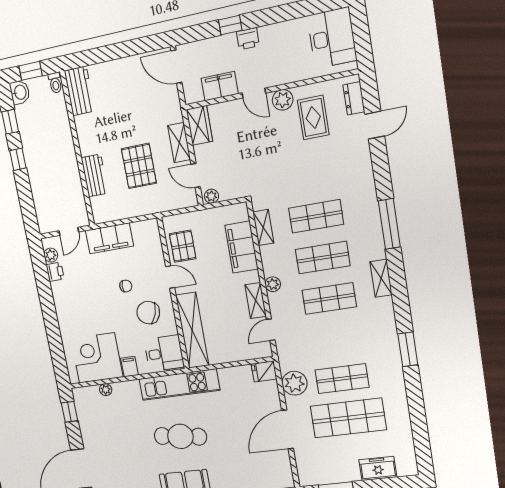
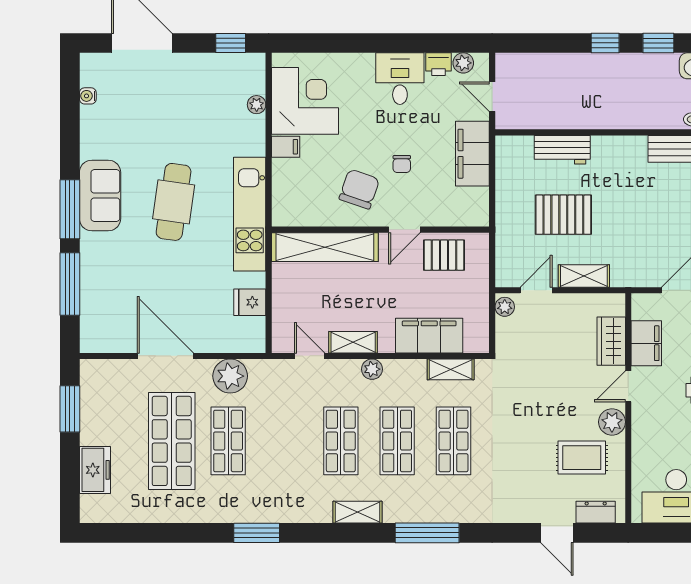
wardrobe: (199, 125) -> (611, 341), moved, turned 90
desk: (164, 353) -> (400, 79), moved, turned 180
fridge: (264, 371) -> (250, 302), moved, turned -90

